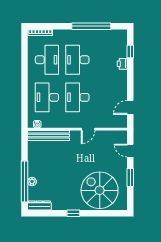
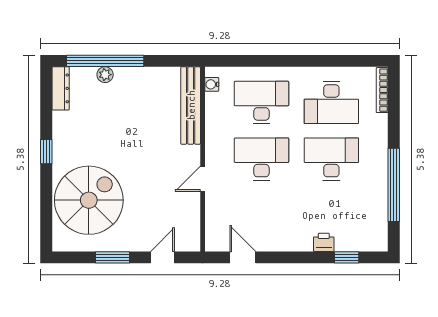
door: (88, 129) -> (203, 179), hinge flipped

